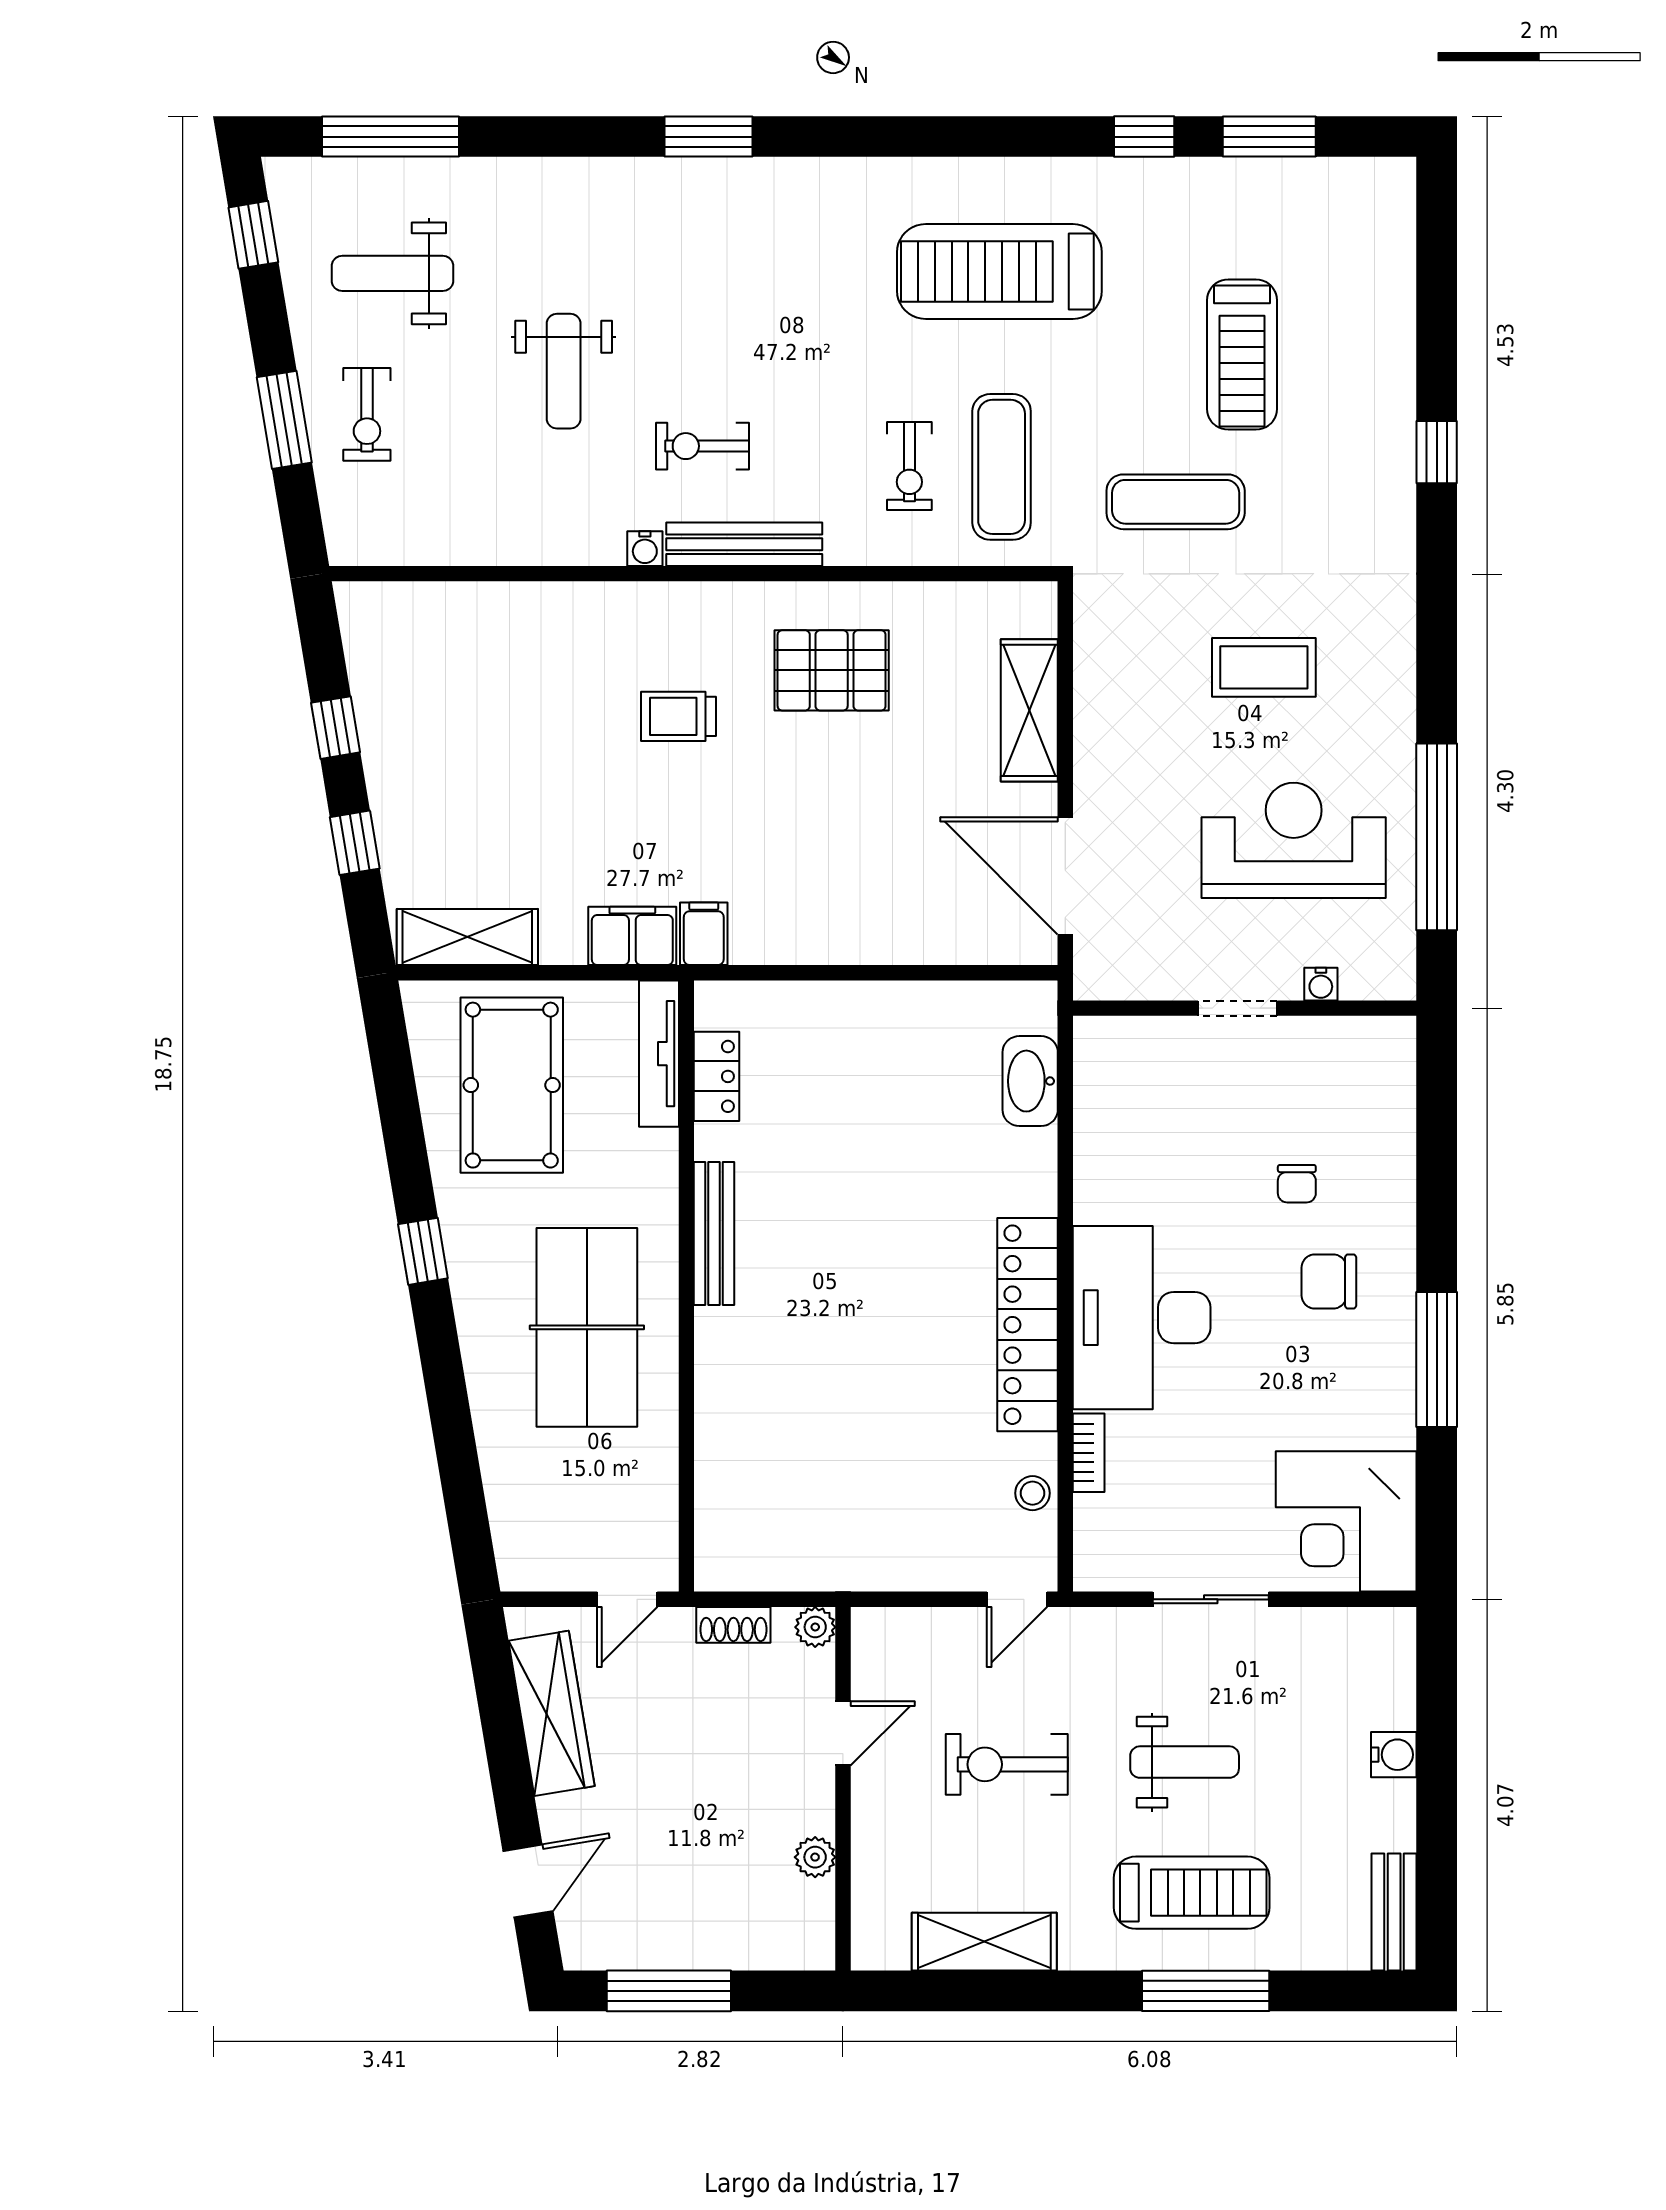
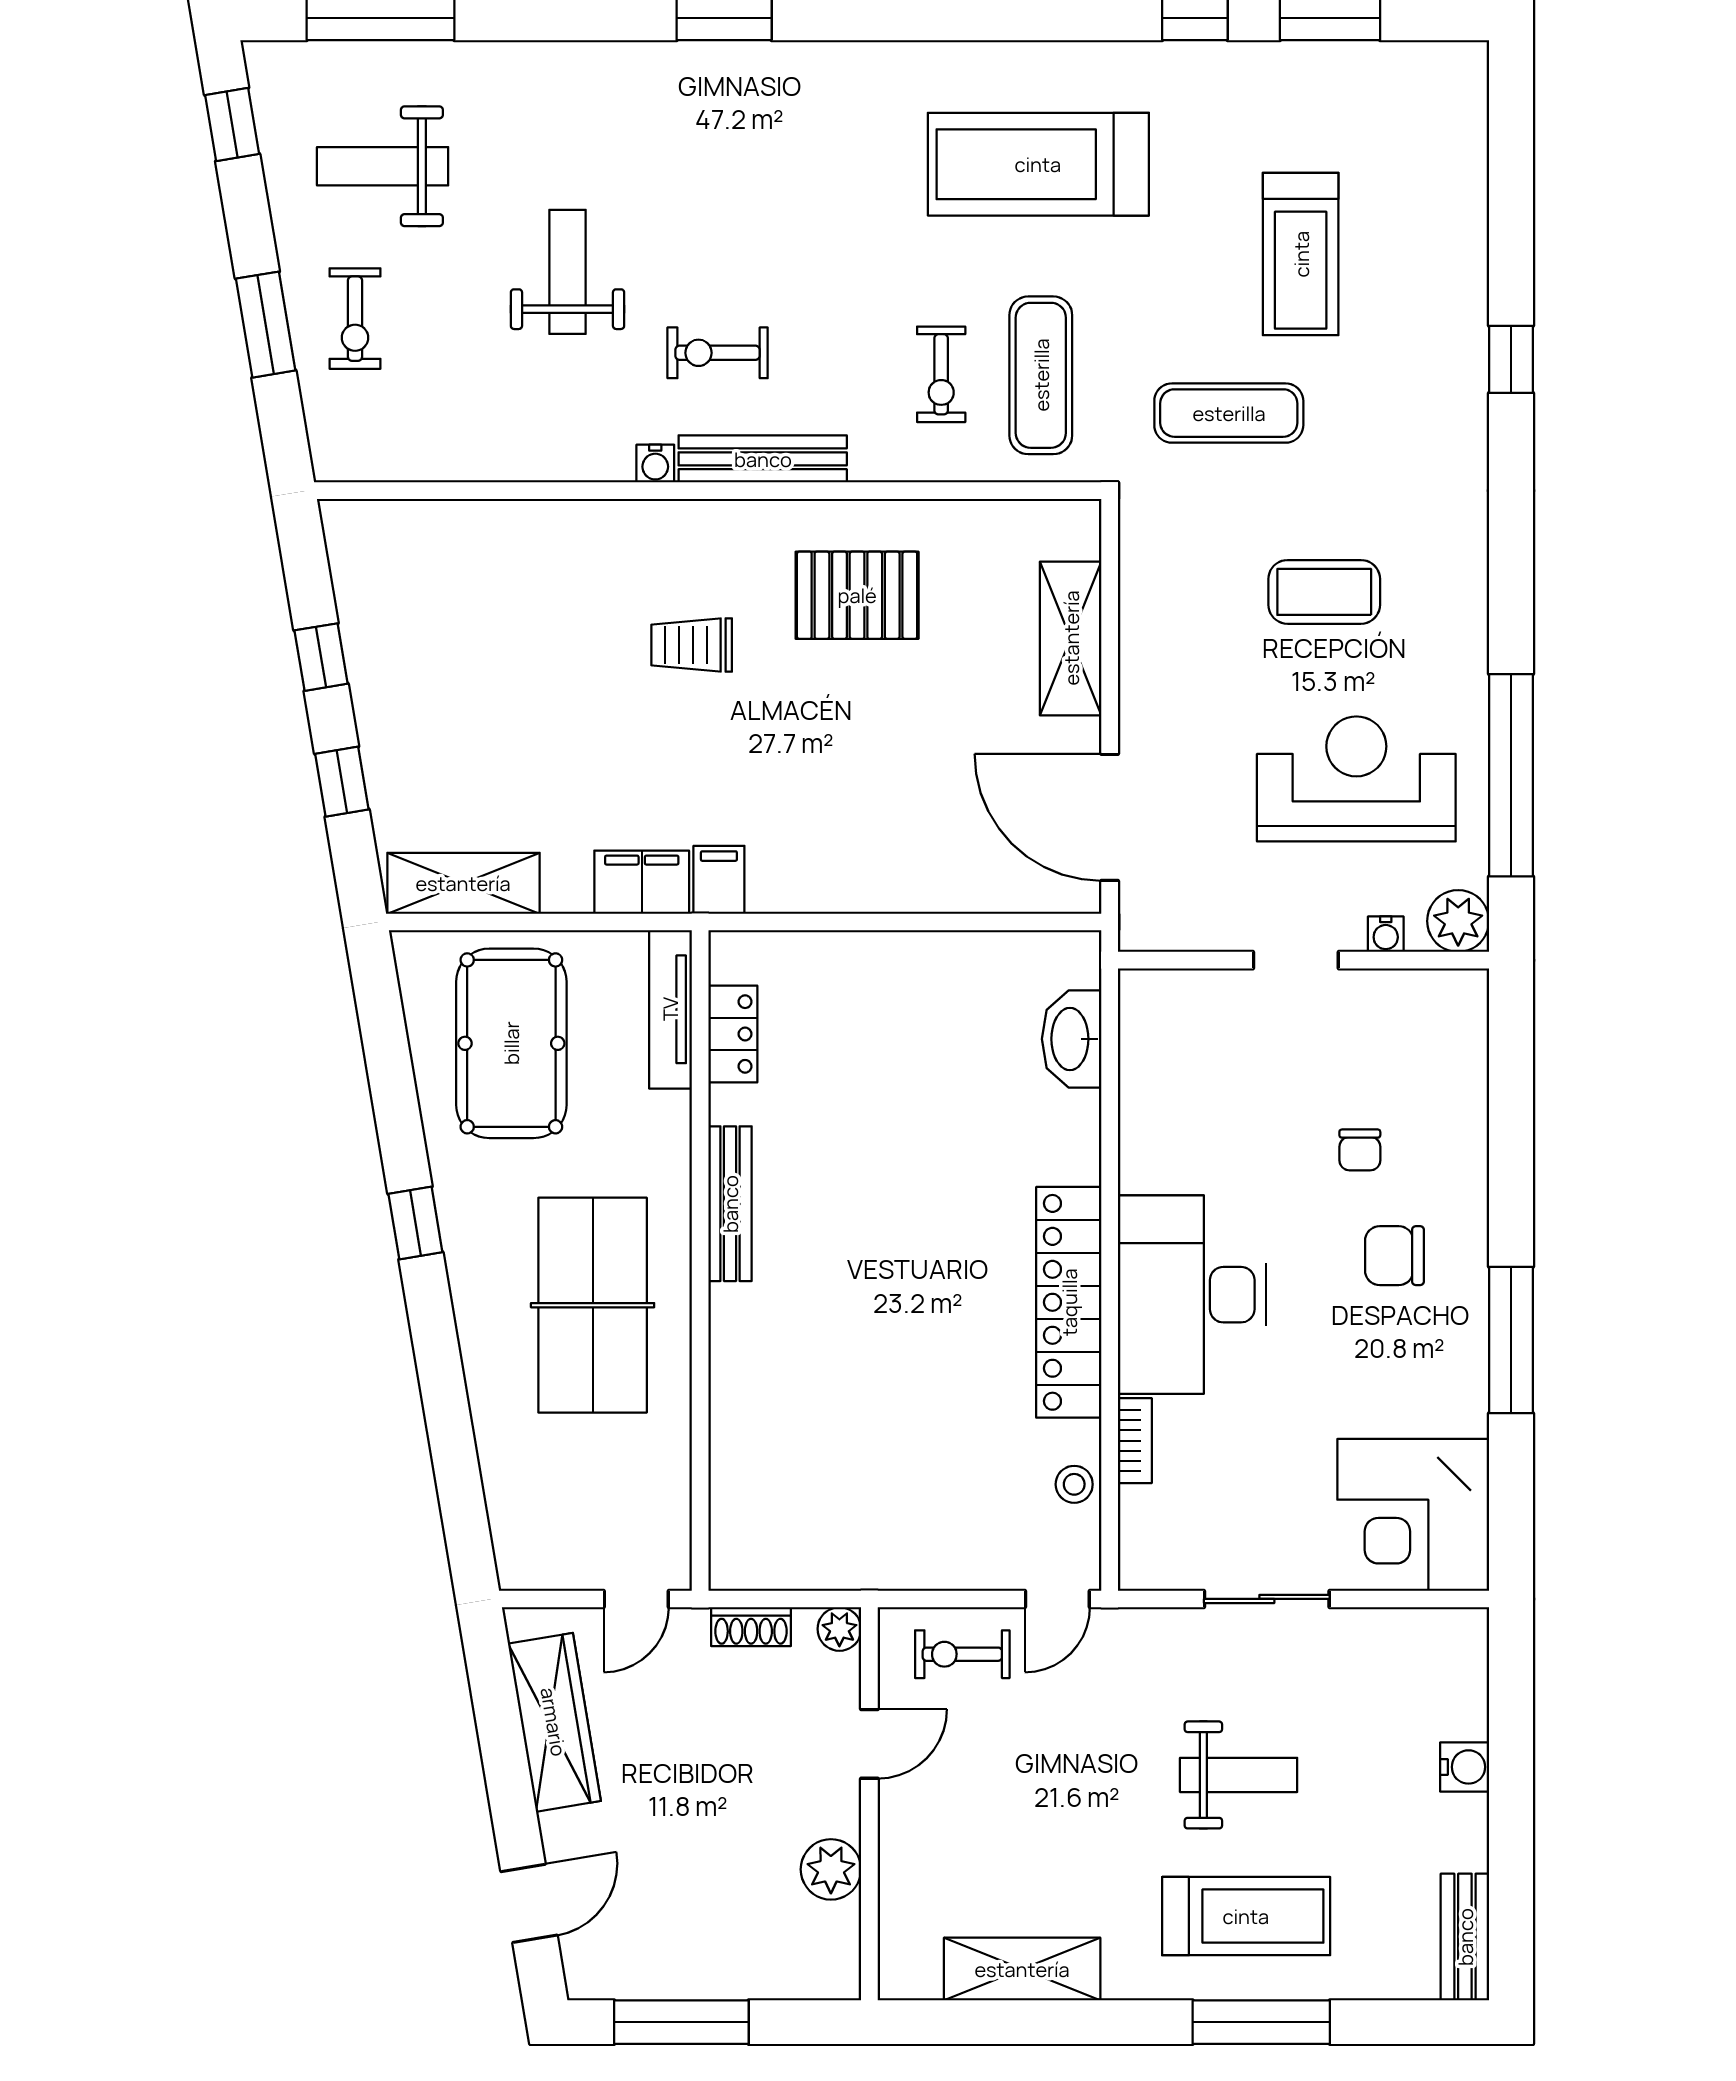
weight bench: (564, 371) -> (568, 272), turned 180
plant: (1388, 972) -> (1458, 921), added
exercise bike: (1007, 1764) -> (962, 1654), moved, width x0.73, depth x0.72
plant: (815, 1857) -> (831, 1869), width x1.38, depth x1.38

